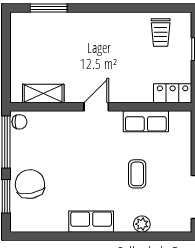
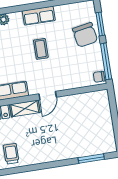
shelving: (43, 93) -> (25, 108), moved
coffee table: (137, 174) -> (41, 49), moved

